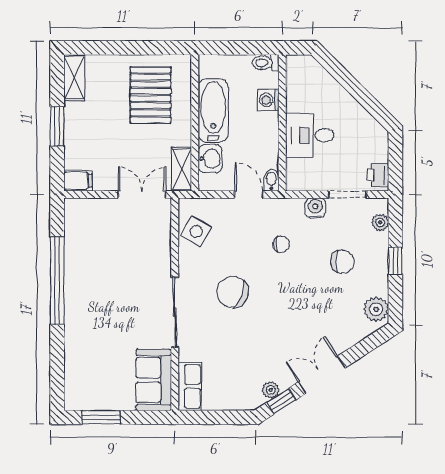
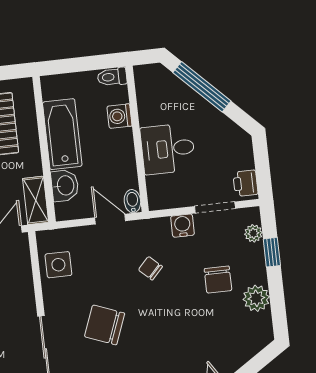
window: (348, 81) -> (202, 87), added
side table: (196, 231) -> (58, 265), turned -31
chair: (281, 244) -> (150, 268), turned -137
window: (395, 261) -> (272, 252), moved
chair: (343, 262) -> (218, 280), turned 90
plant: (376, 309) -> (256, 298), moved

